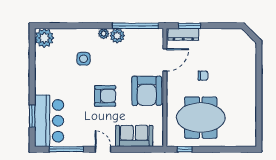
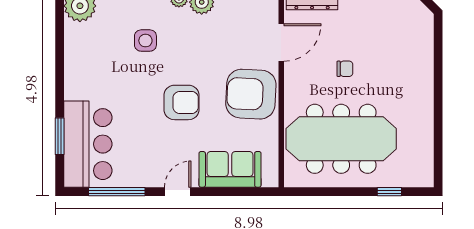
armchair: (147, 91) -> (251, 94), turned 93
meeting table: (201, 118) -> (341, 139), width x1.36
door: (103, 149) -> (178, 192), hinge flipped
window: (185, 149) -> (389, 192), moved

